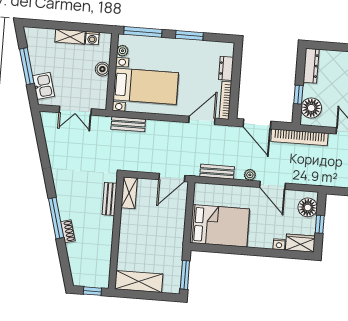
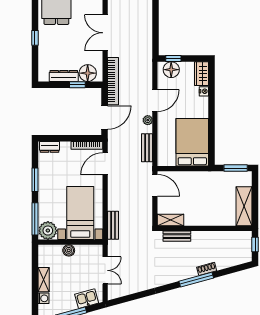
washing machine: (92, 38) -> (43, 298), moved
plant: (122, 51) -> (48, 231), width x1.88, depth x1.88
dresser: (311, 66) -> (64, 76), moved
dresser: (226, 68) -> (50, 147), moved
door: (202, 120) -> (105, 164), hinge flipped
window: (320, 224) -> (173, 59), moved

